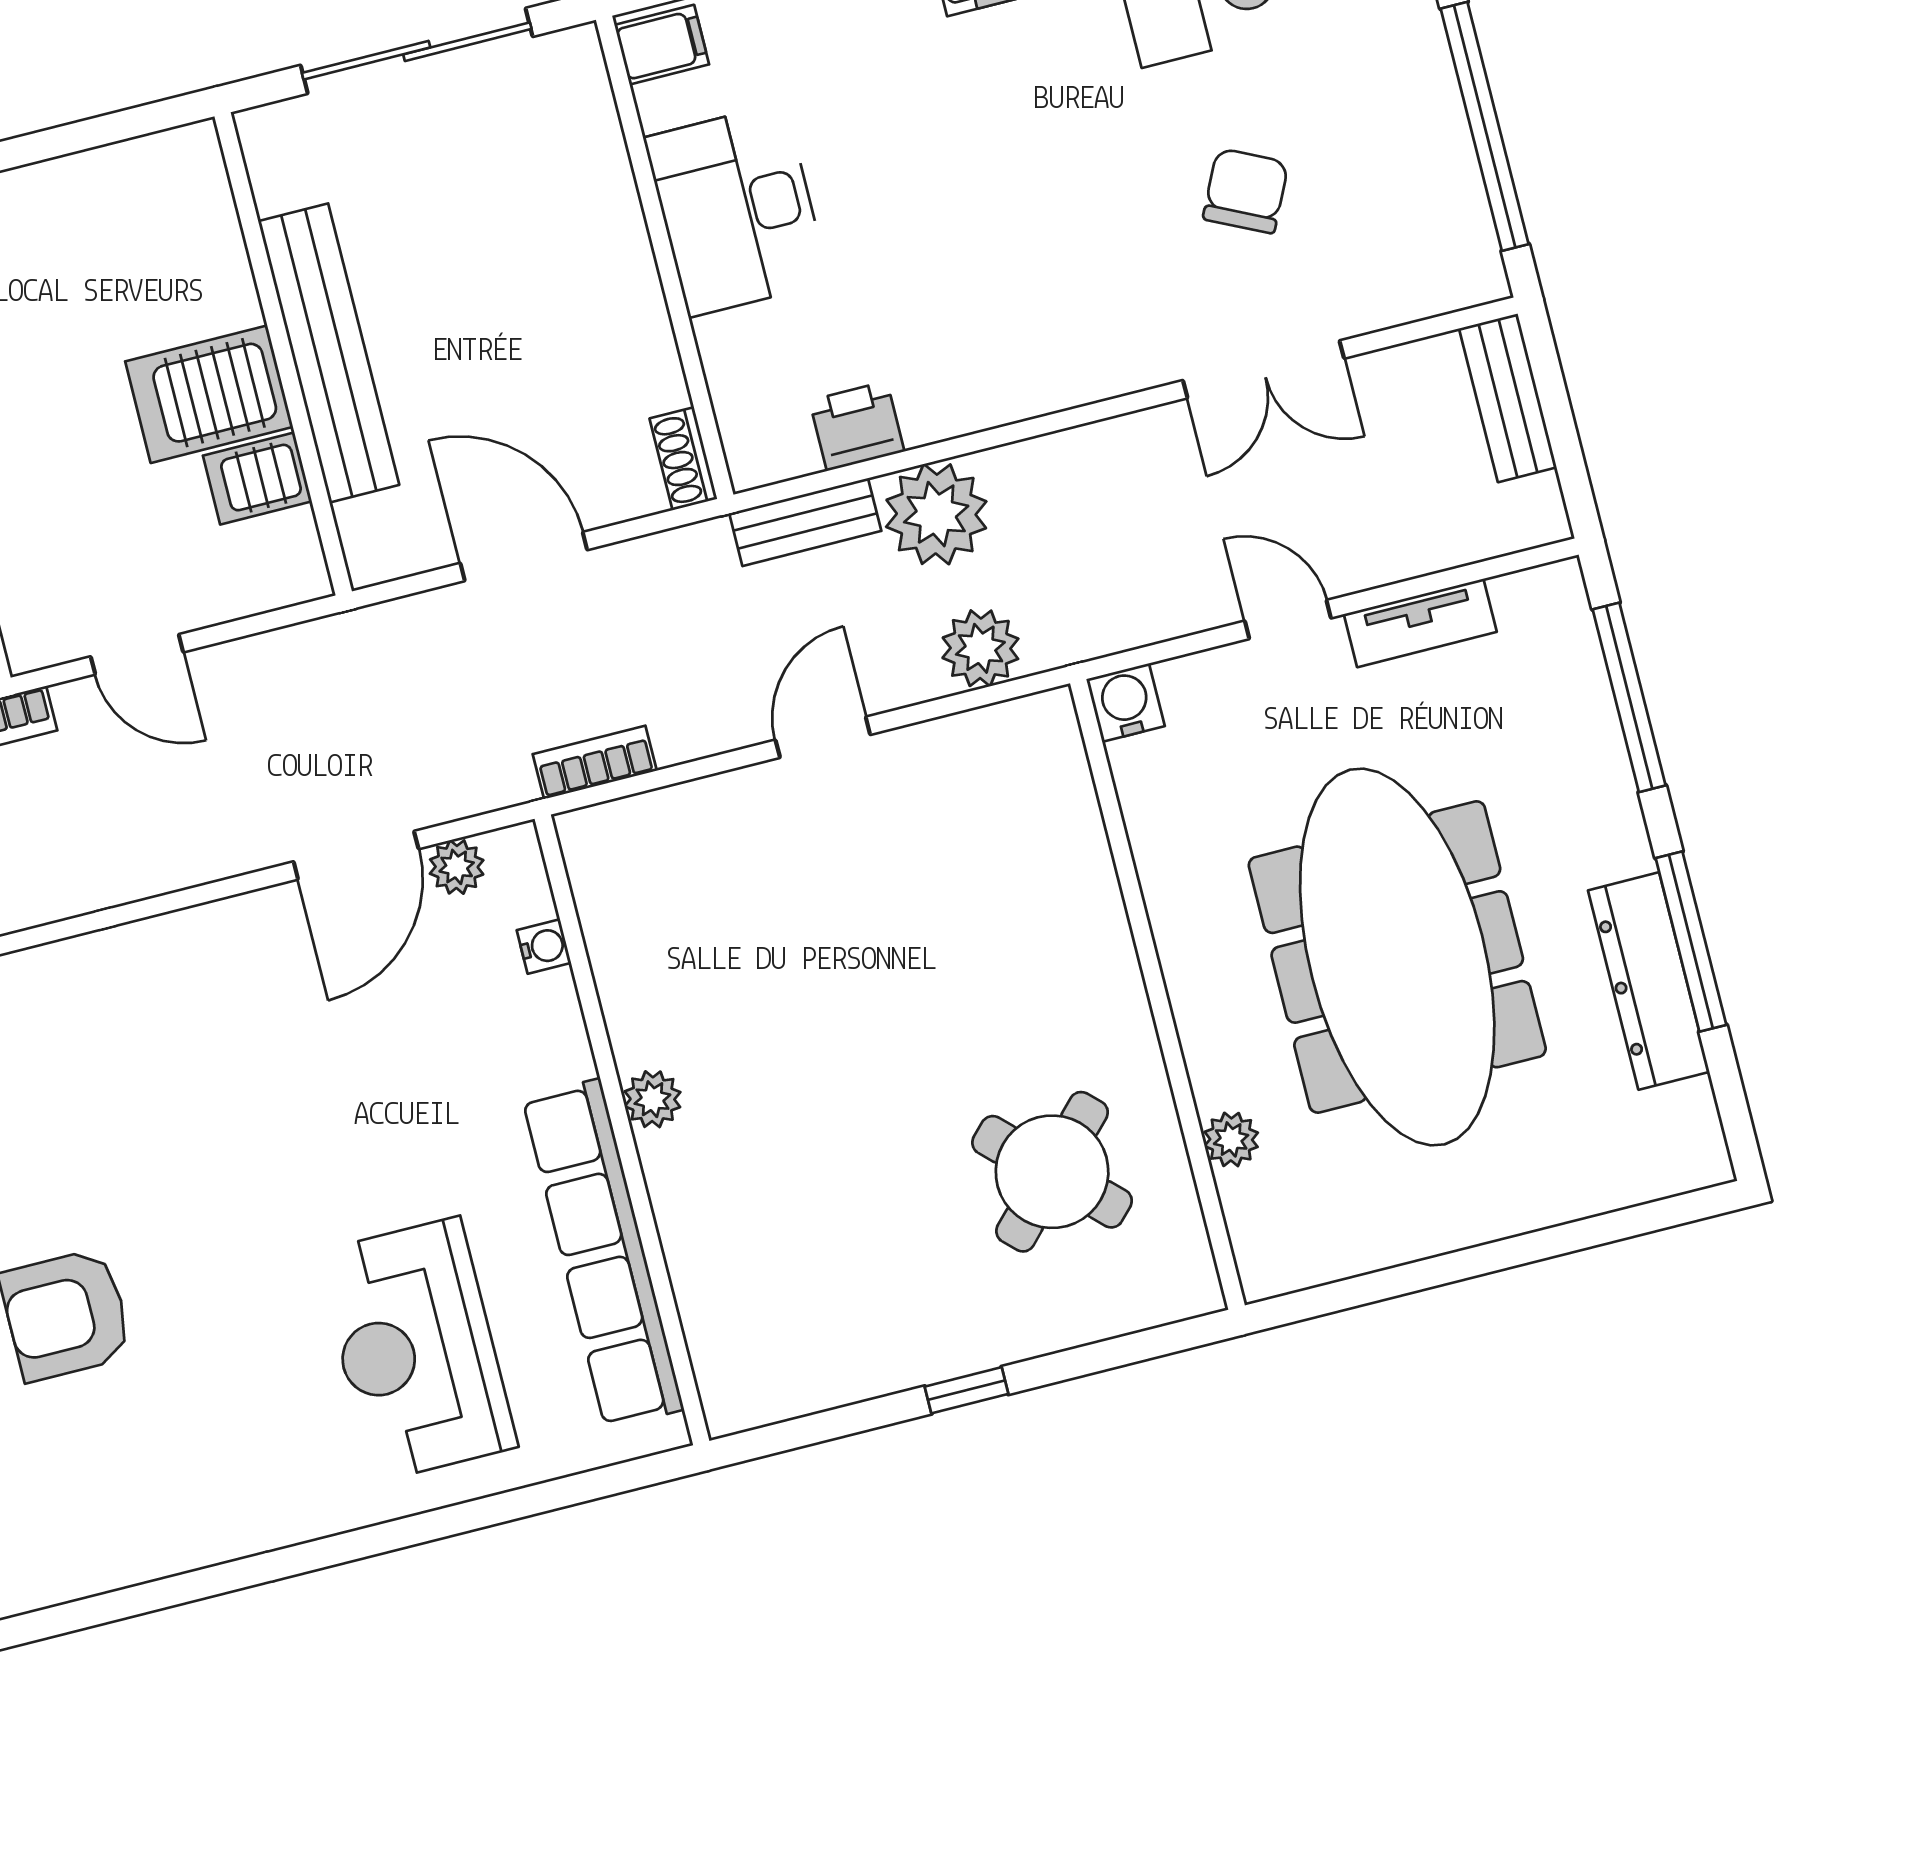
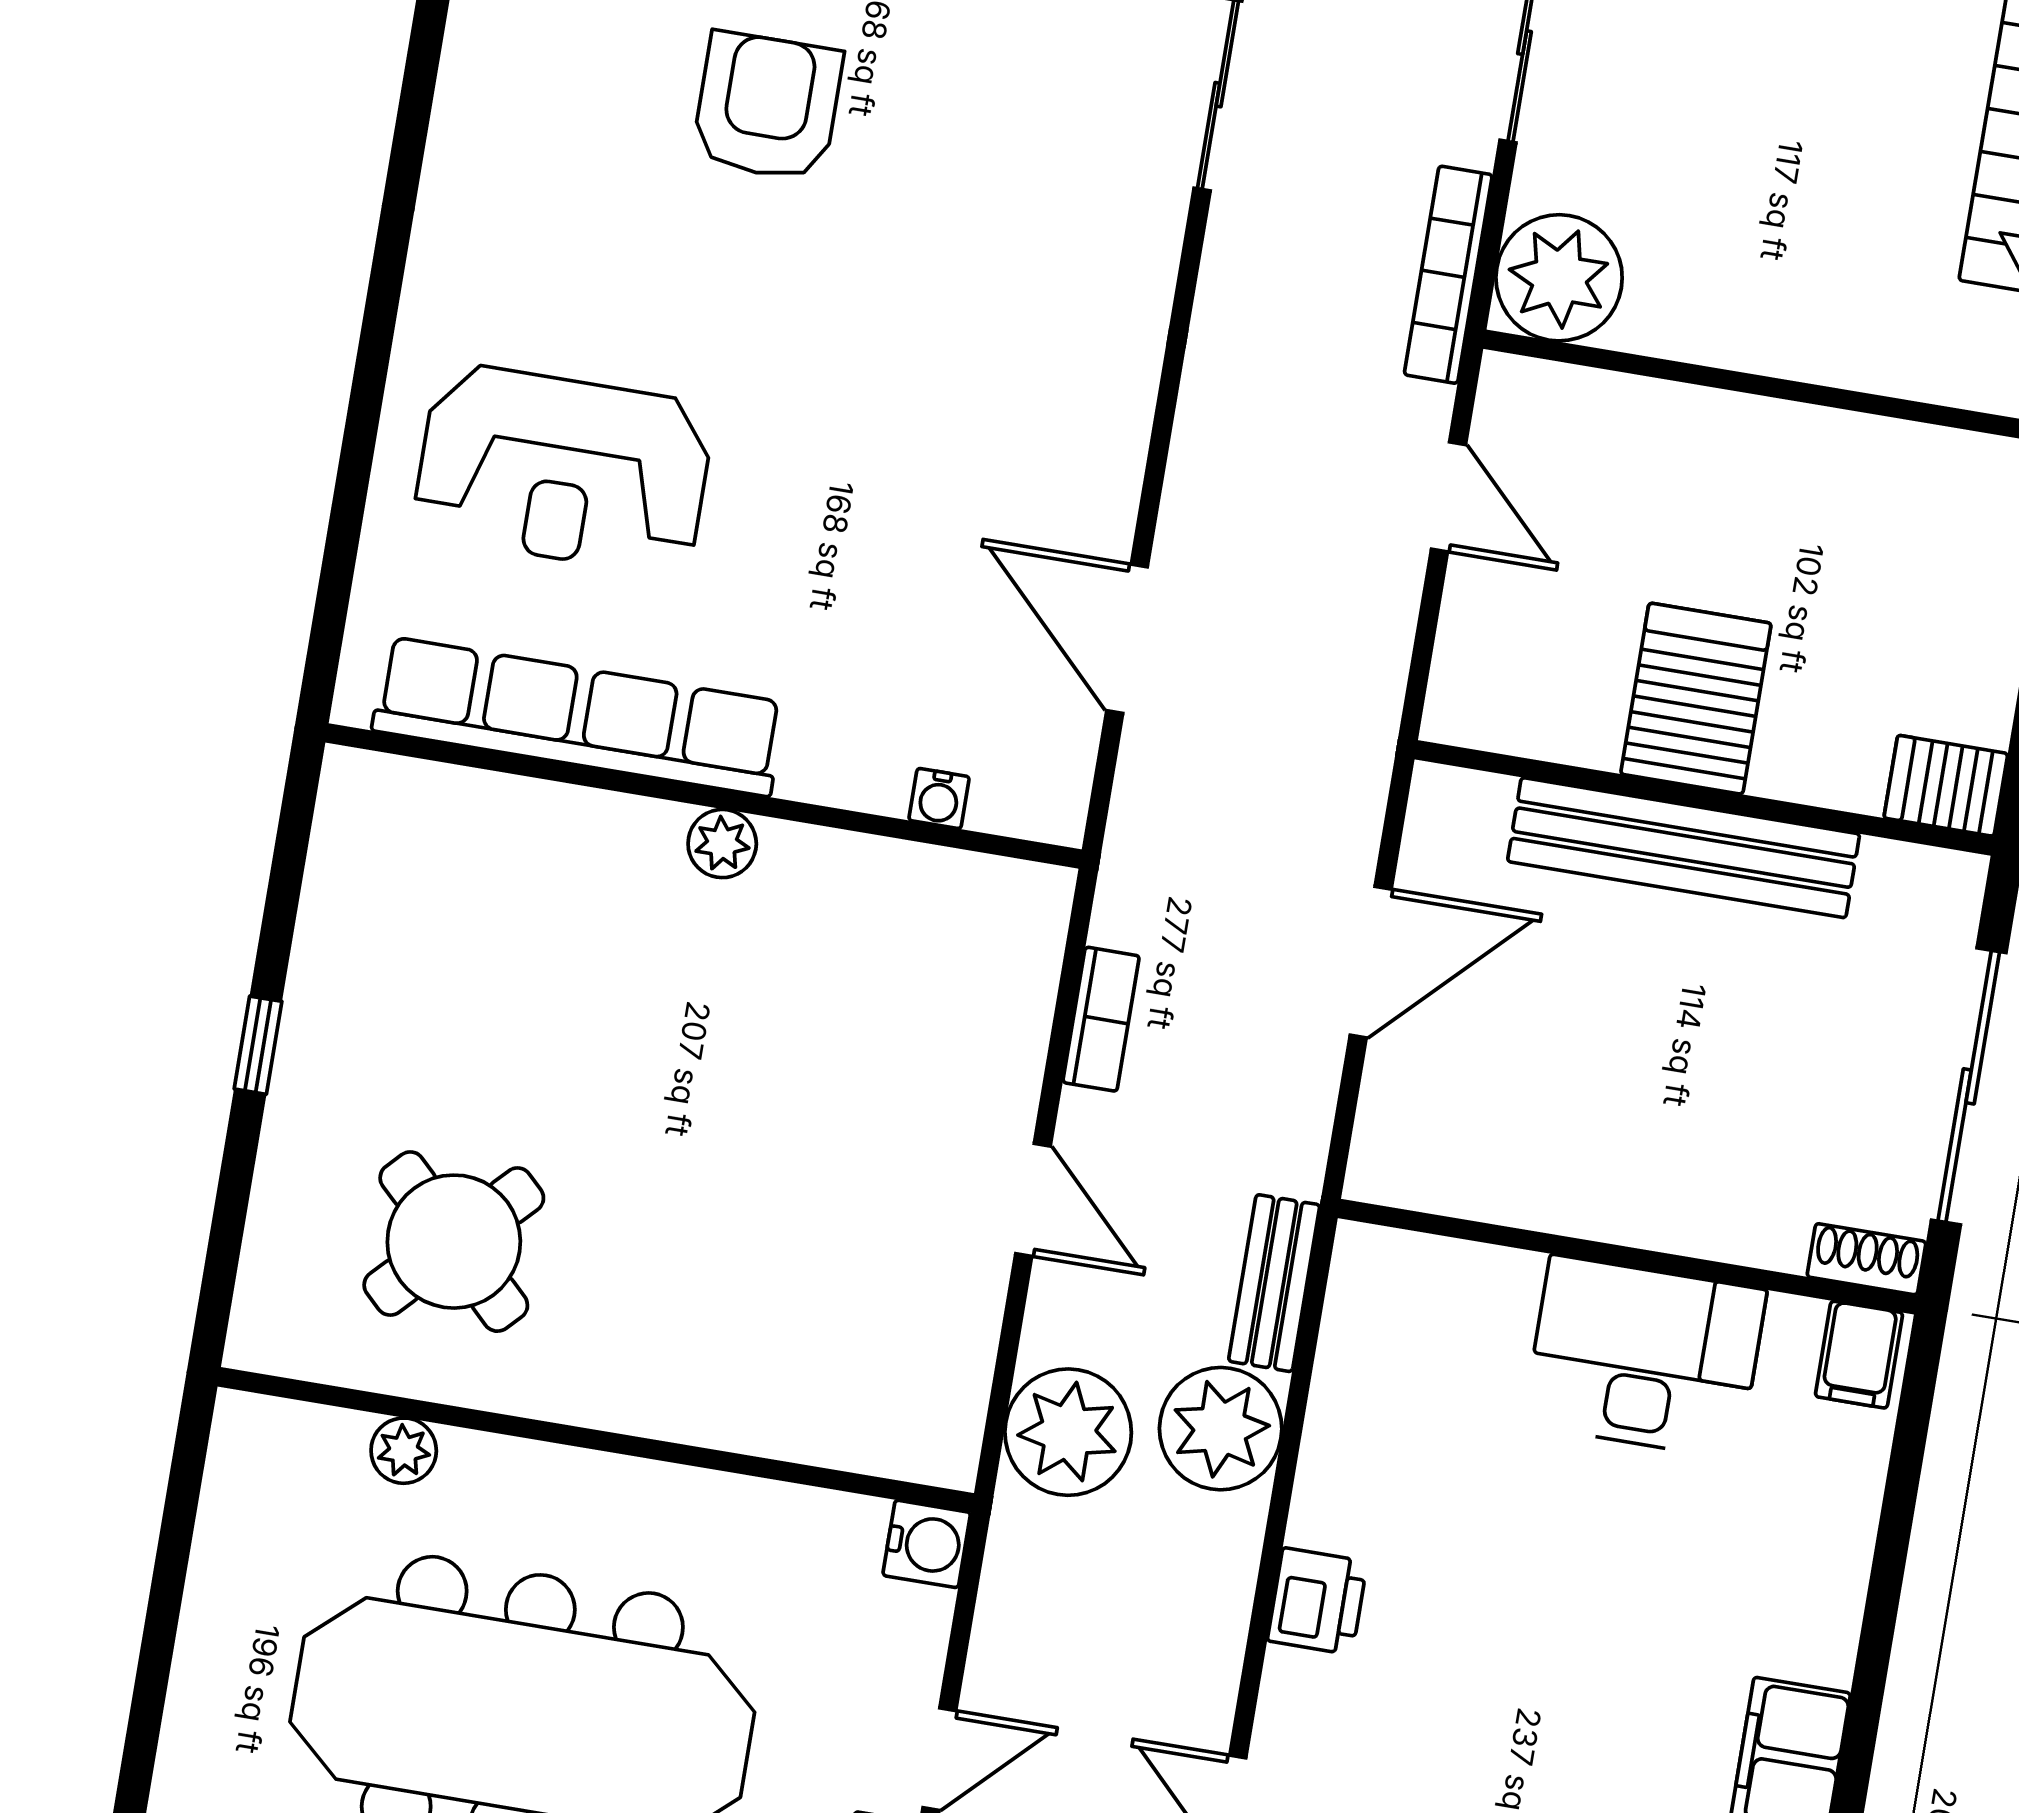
printer: (857, 426) -> (1317, 1601), moved
shoe rack: (683, 459) -> (1867, 1259), moved
server rack: (257, 478) -> (1946, 786), moved, turned -90
plant: (980, 648) -> (1068, 1432), width x1.36, depth x1.36
door: (137, 654) -> (1448, 497), swing flipped
bookcase: (595, 762) -> (1101, 1019), moved
plant: (457, 867) -> (1067, 742), removed
reception desk: (417, 1350) -> (563, 469), turned 180

